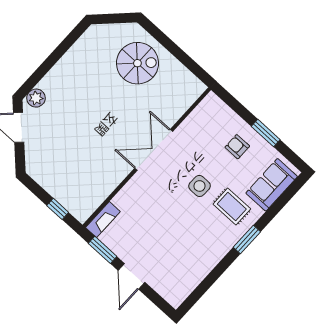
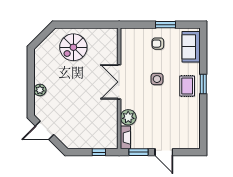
spiral stairs: (137, 63) -> (73, 47), turned 180
plant: (36, 98) -> (40, 90), moved
plant: (127, 200) -> (128, 117), added
rug: (232, 207) -> (187, 86), moved, turned 90

